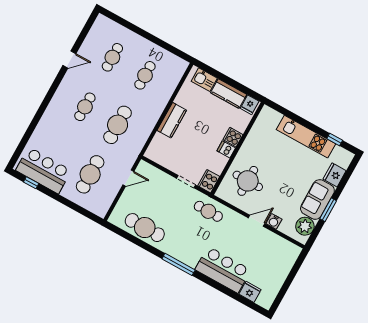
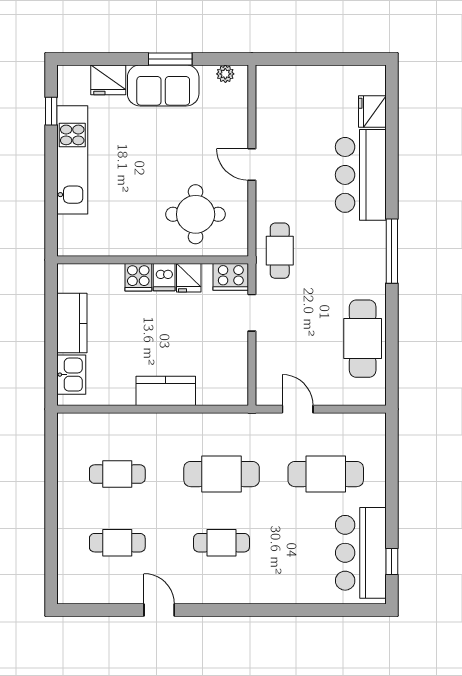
fridge: (250, 105) -> (189, 278), moved, turned 90
water cooler: (274, 221) -> (237, 136), removed
plant: (305, 226) -> (225, 74), width x0.53, depth x0.53

